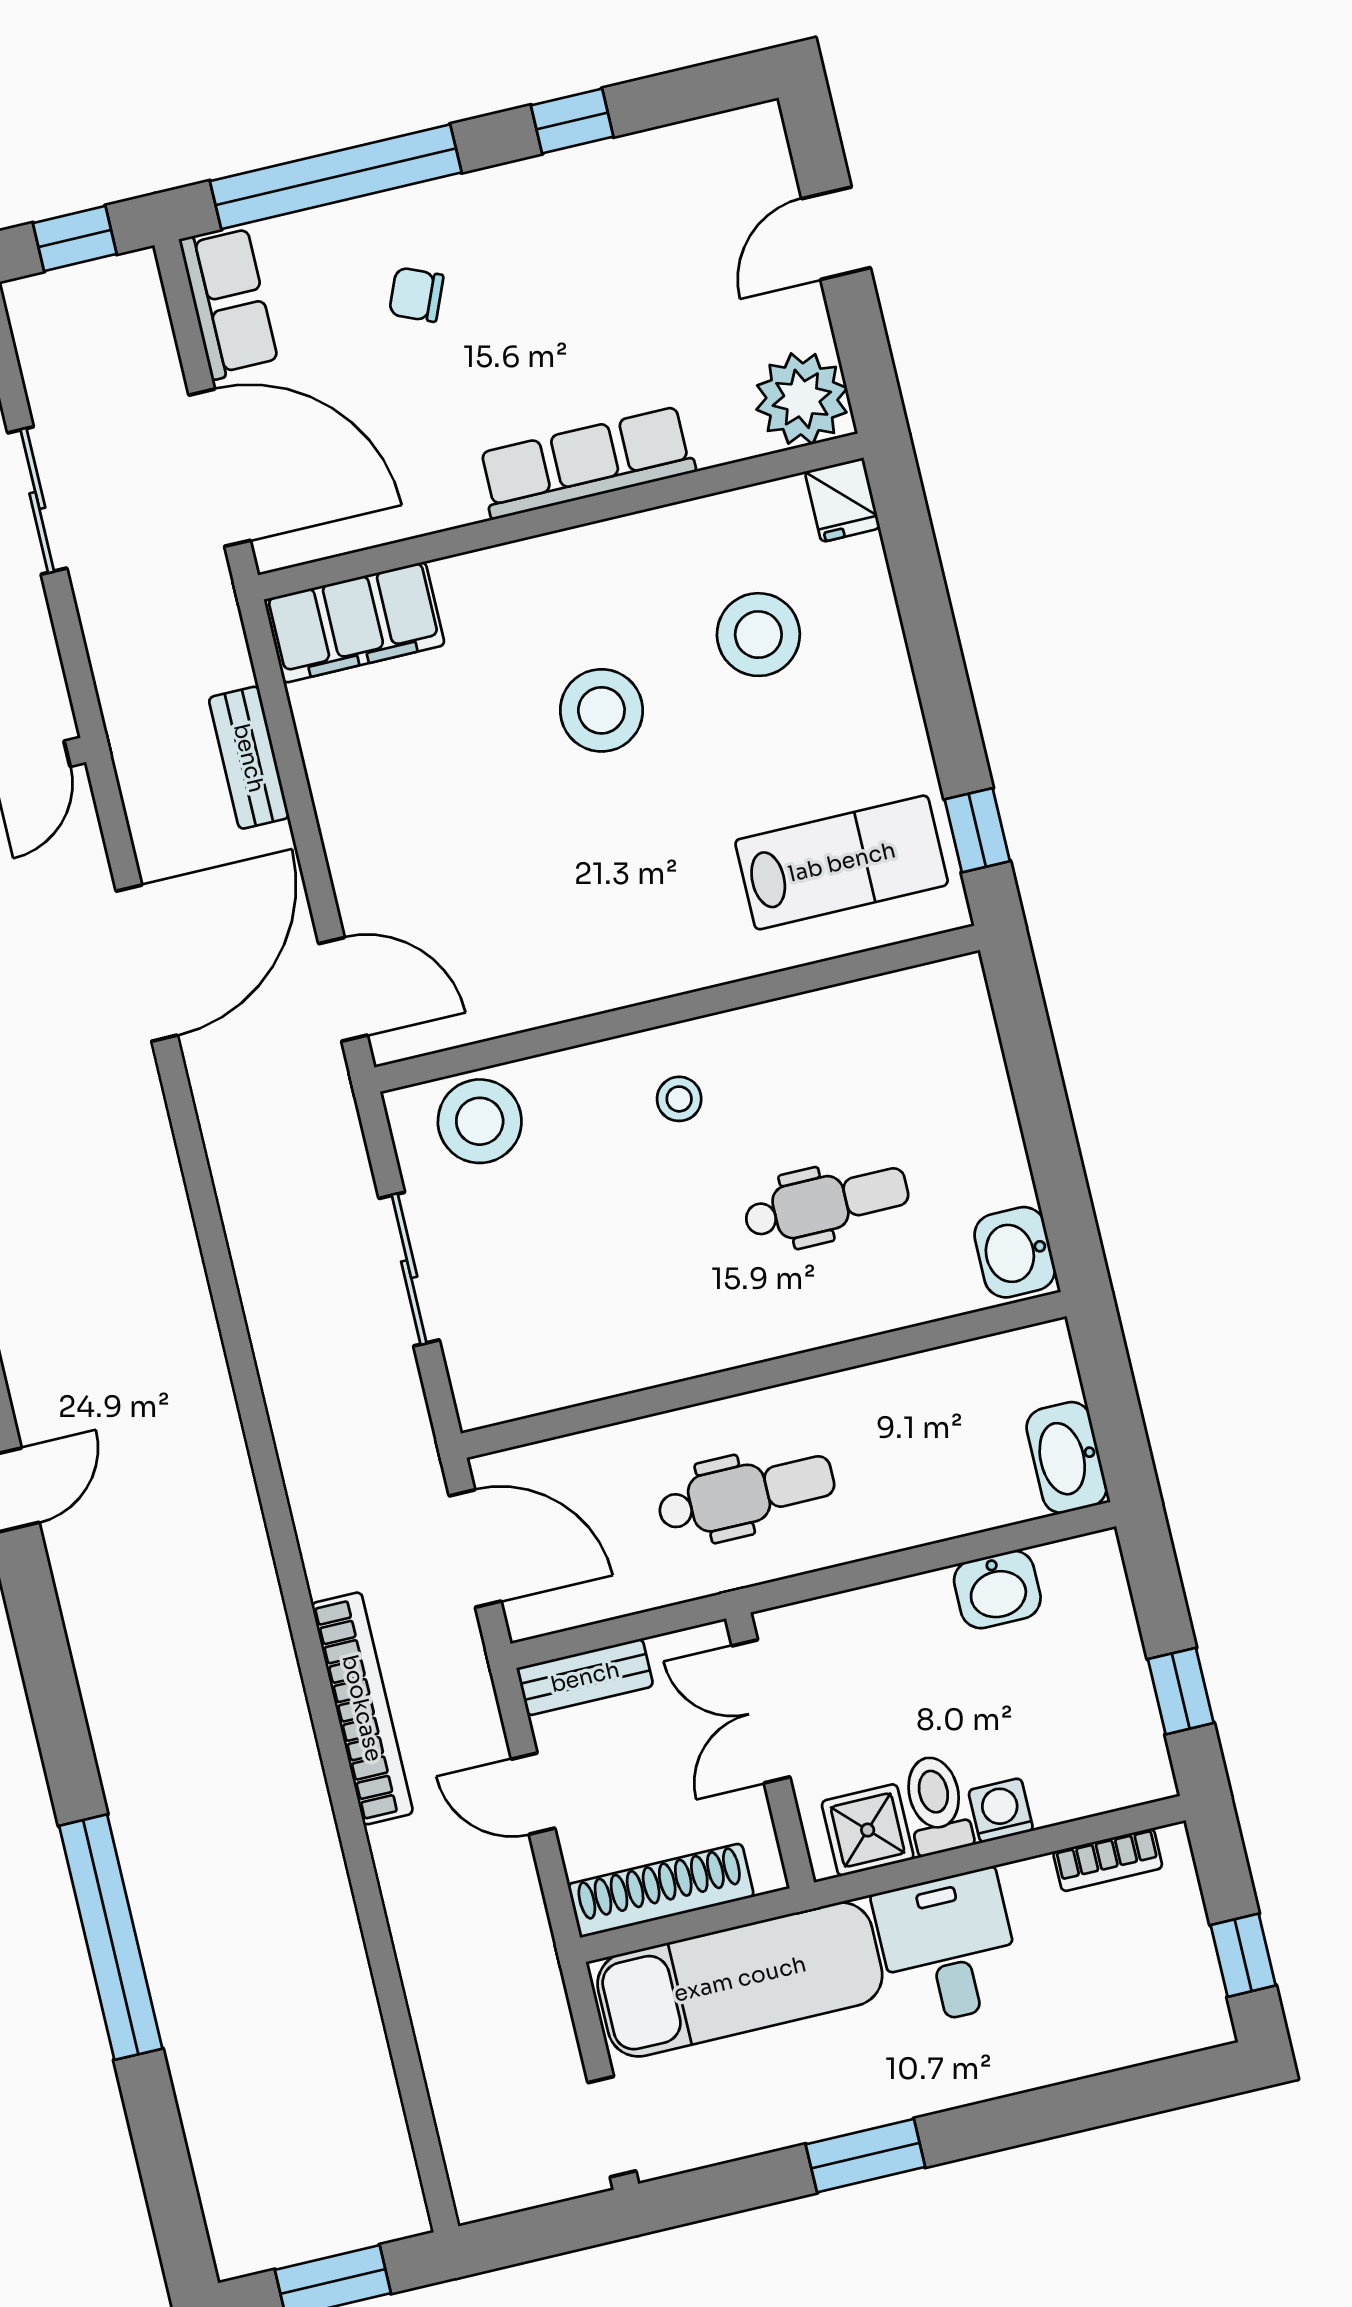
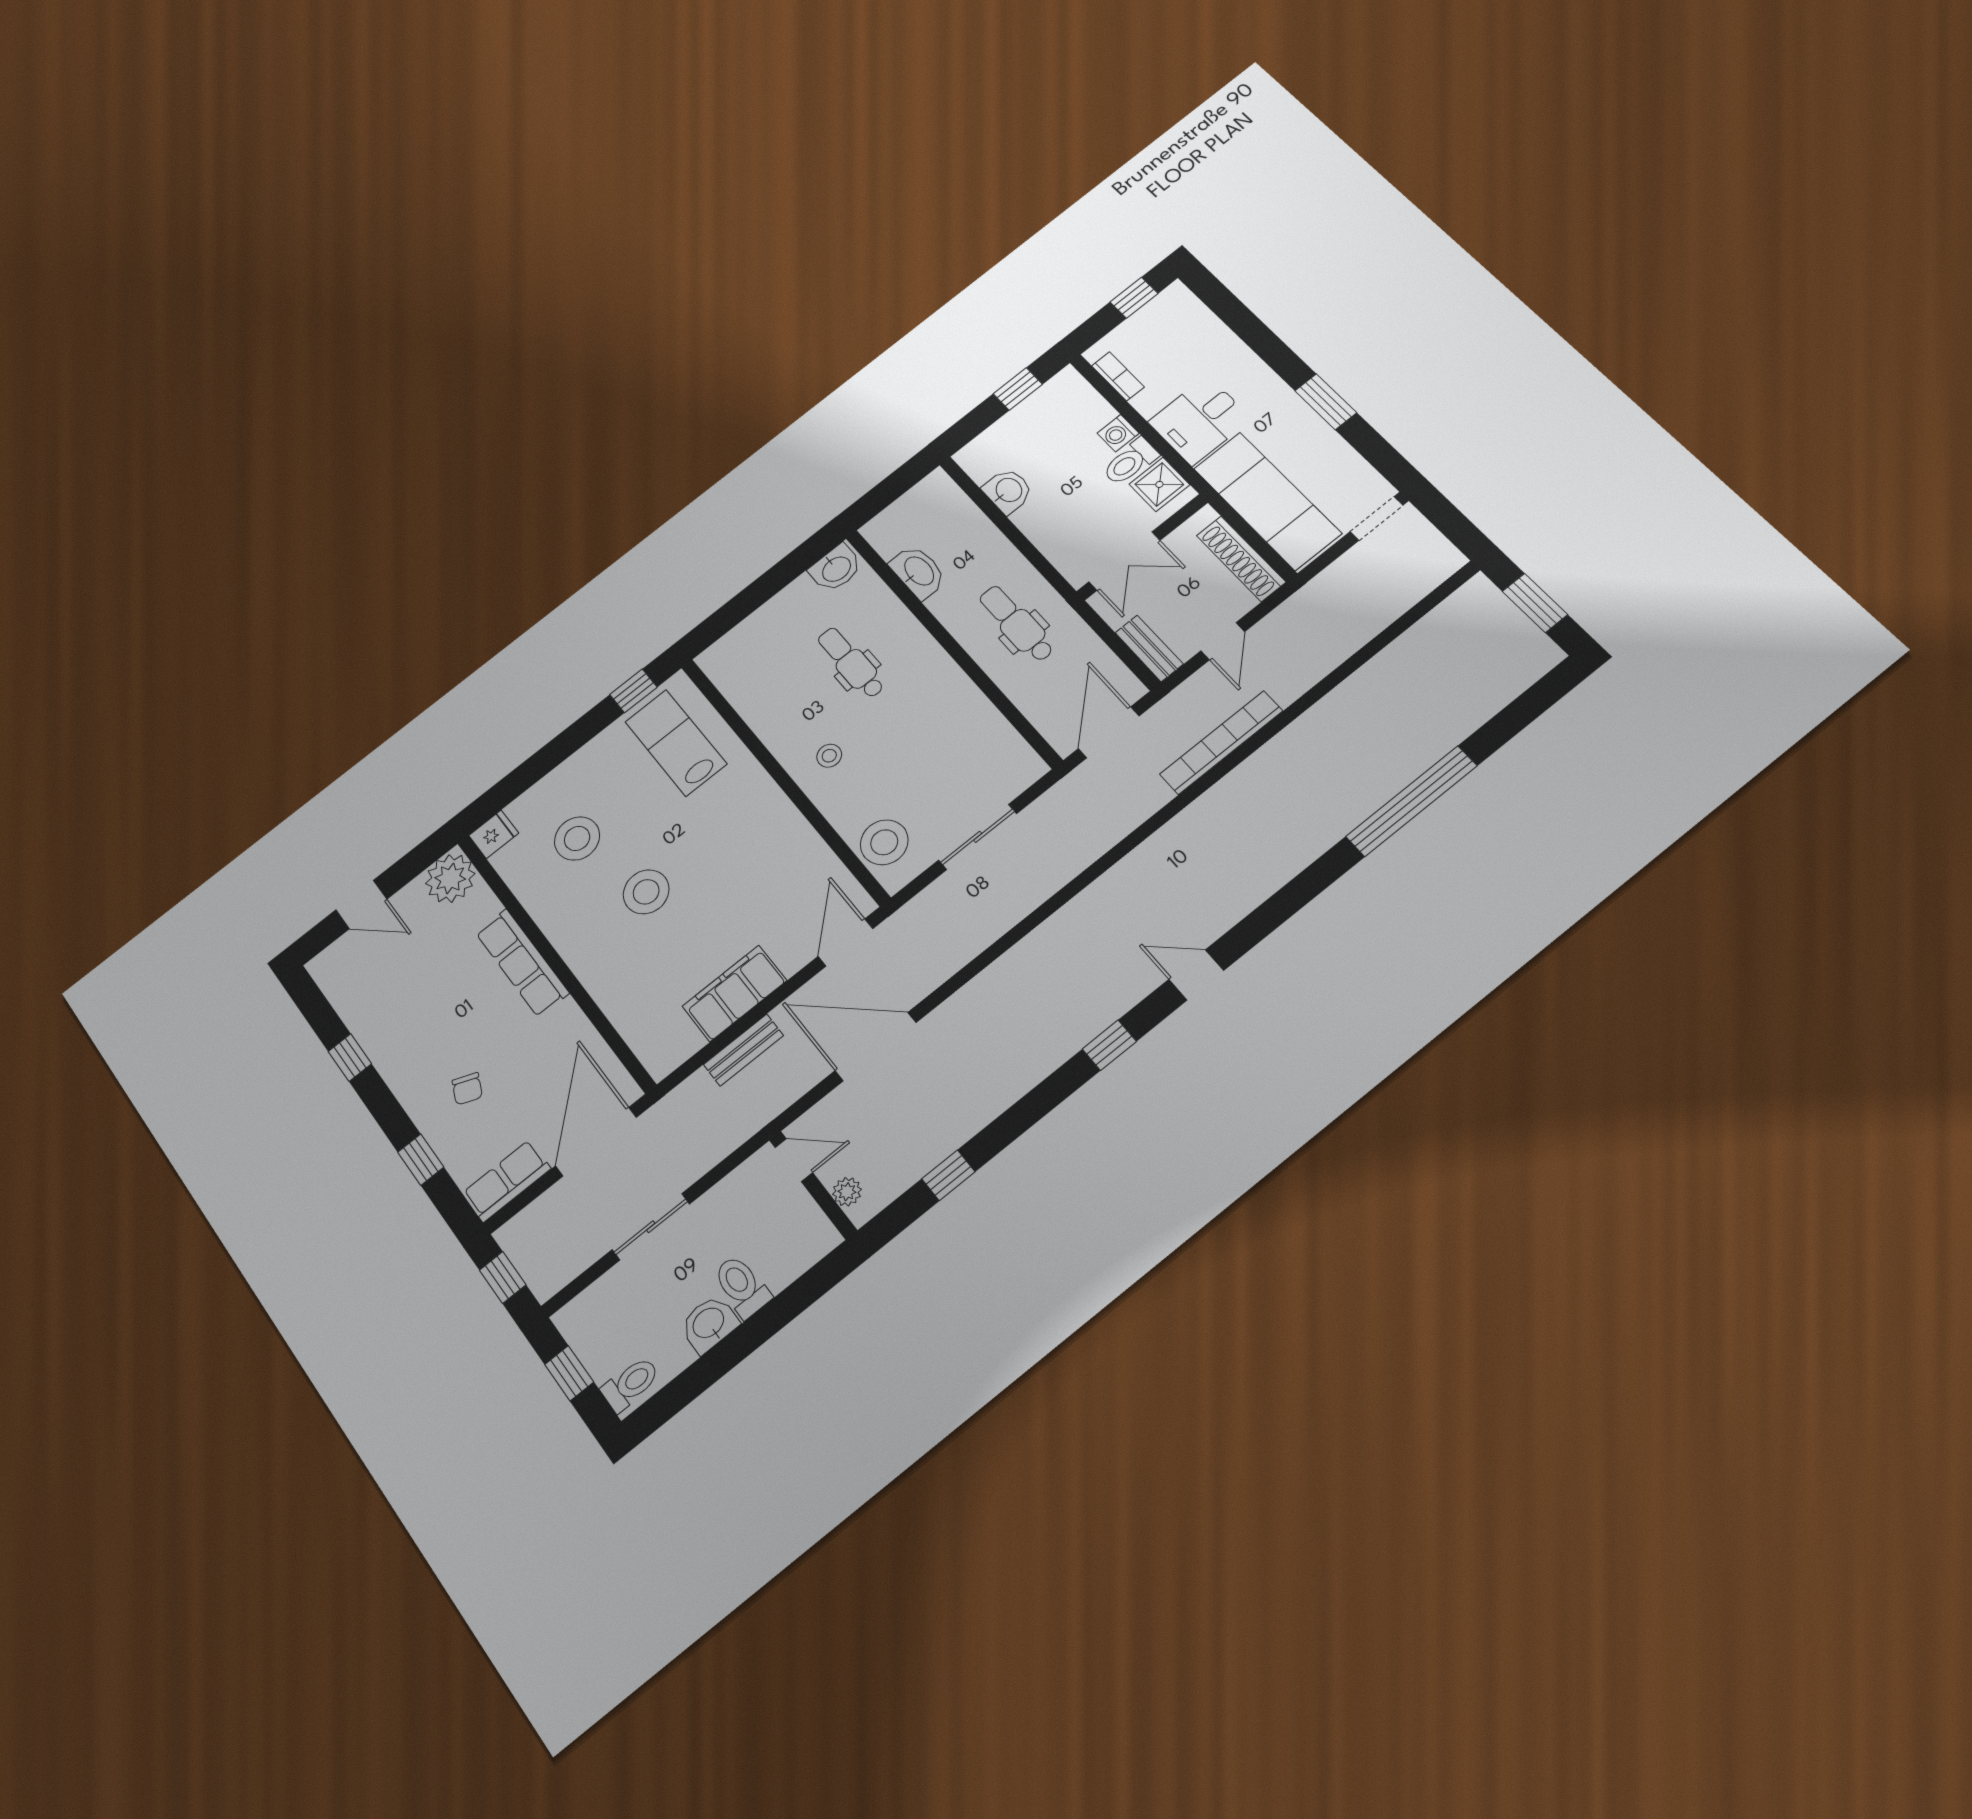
window: (336, 177) -> (421, 1160), width x0.32
filing cabinet: (354, 622) -> (734, 993), moved, turned -90
washbasin: (1067, 1458) -> (918, 572), moved, turned -90

